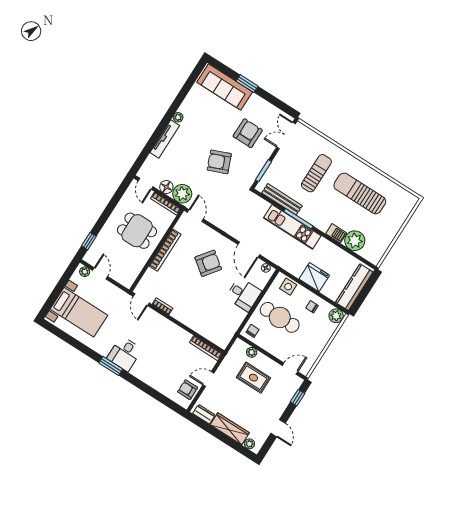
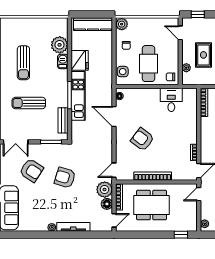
armchair: (248, 133) -> (31, 170), turned -147
armchair: (219, 162) -> (65, 178), turned 129
sun lounger: (360, 193) -> (23, 63), width x0.73, depth x0.75
bench: (282, 199) -> (63, 120), width x0.73
dining table: (137, 231) -> (152, 205), width x1.37
door: (249, 250) -> (114, 117), swing flipped
door: (100, 273) -> (199, 194), moved
fridge: (314, 277) -> (80, 60), moved, turned 180
desk: (244, 294) -> (171, 100), moved

